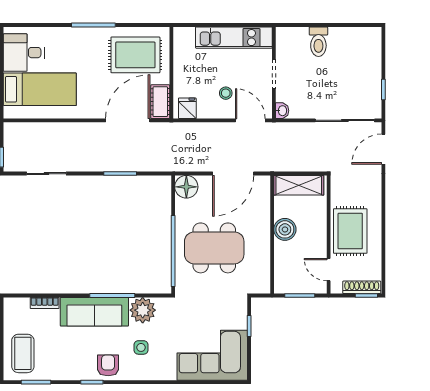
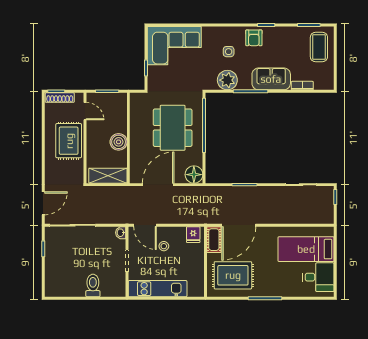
dining table: (214, 248) -> (173, 128), turned 90
sofa: (94, 312) -> (271, 79), width x0.73

